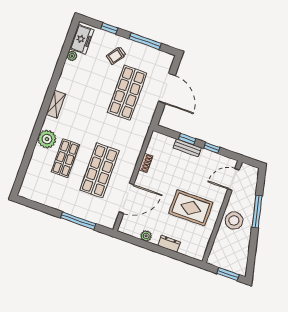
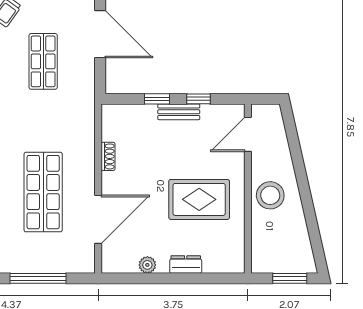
shop shelf: (127, 93) -> (43, 61), width x0.70, depth x0.74
bench: (187, 148) -> (179, 112), moved
window: (257, 211) -> (300, 170), removed

